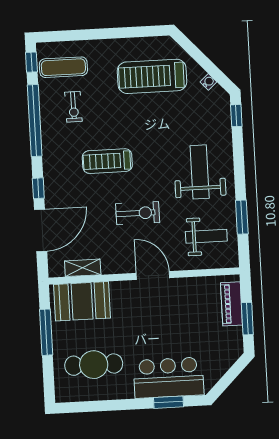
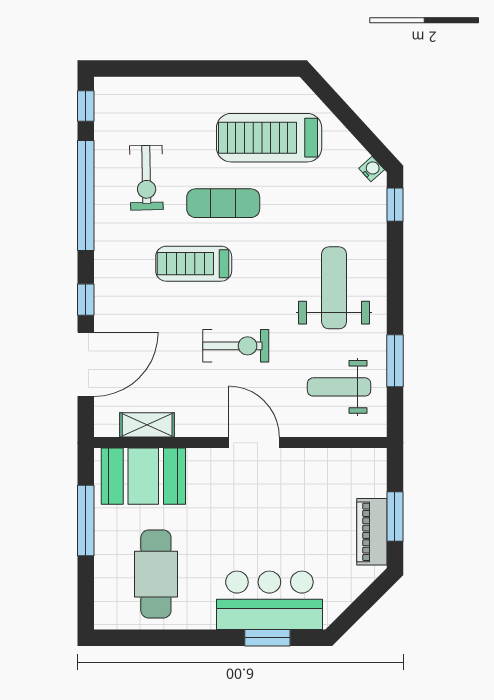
exercise mat: (63, 67) -> (223, 203), moved
water cooler: (208, 82) -> (372, 169), moved
exercise bike: (73, 107) -> (146, 178), width x1.38, depth x1.39
weight bench: (206, 236) -> (339, 387), turned 180
piano: (231, 304) -> (372, 532), moved
cafe table: (94, 365) -> (156, 574), turned 90

